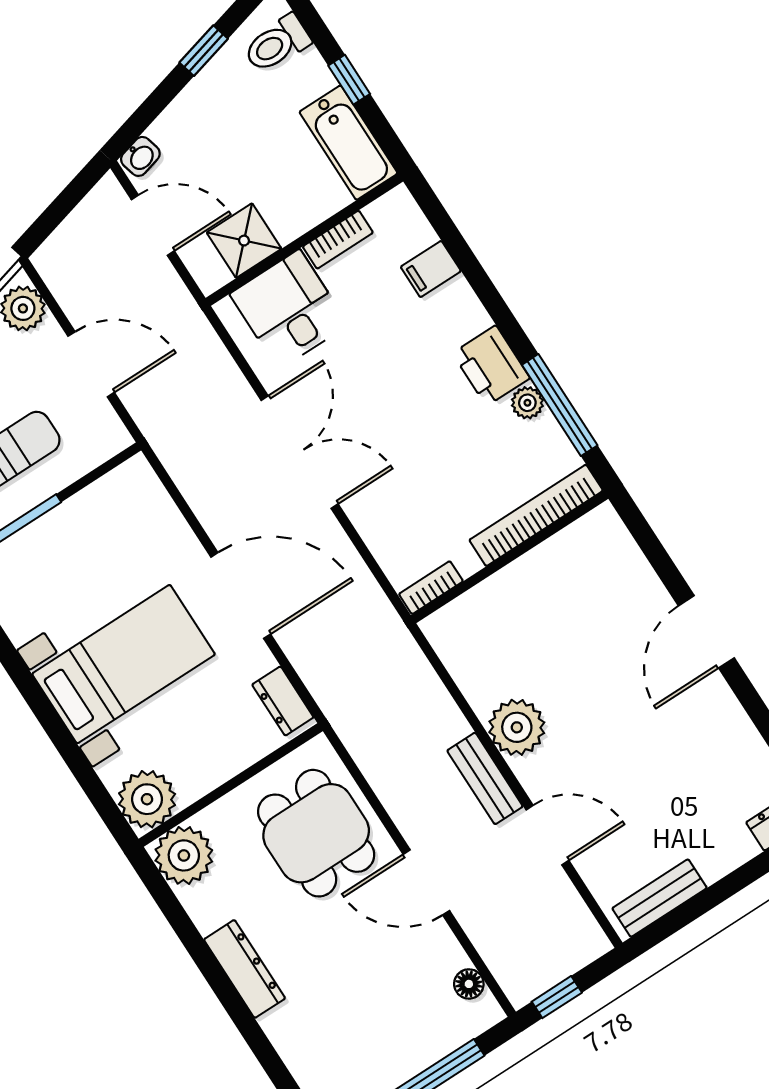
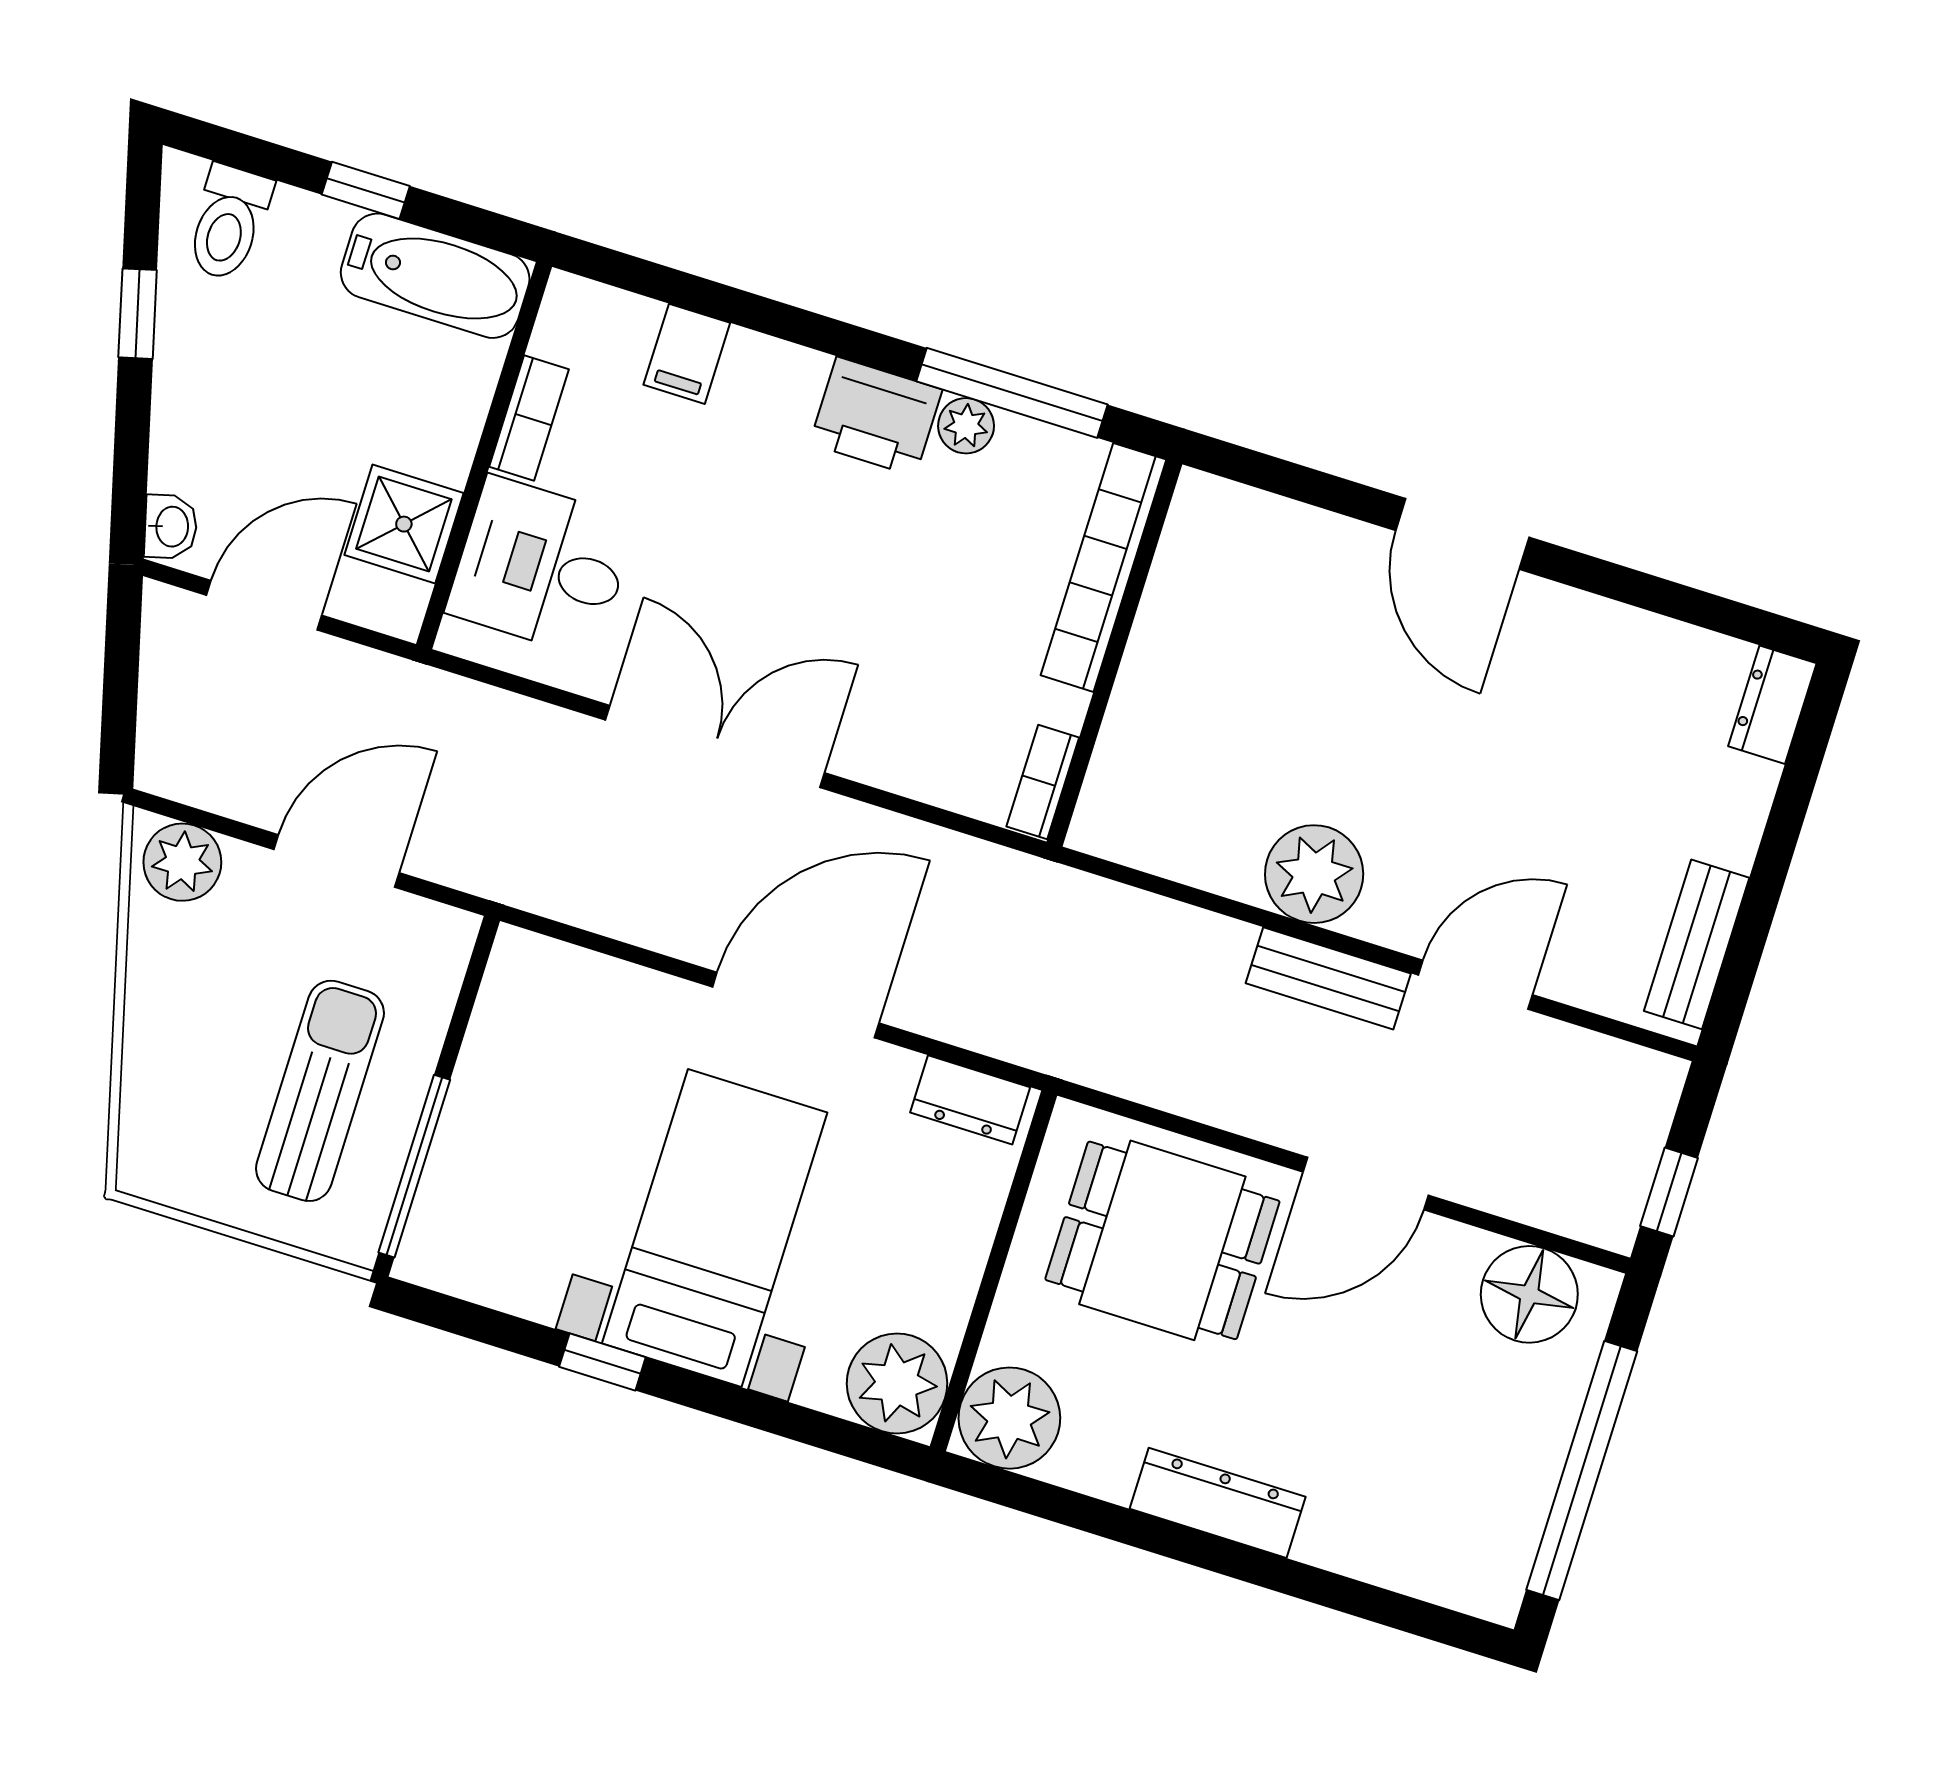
window: (25, 682) -> (602, 1362), added
floor lamp: (469, 984) -> (1529, 1294), width x1.89, depth x1.89

